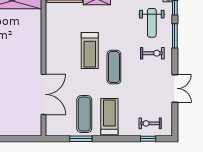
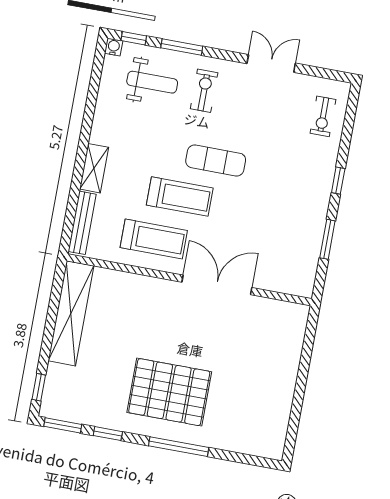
double door: (43, 94) -> (217, 285), moved
exercise mat: (84, 114) -> (286, 226), removed
treadmill: (109, 117) -> (154, 239), moved, turned 180
window: (148, 139) -> (338, 181), moved

